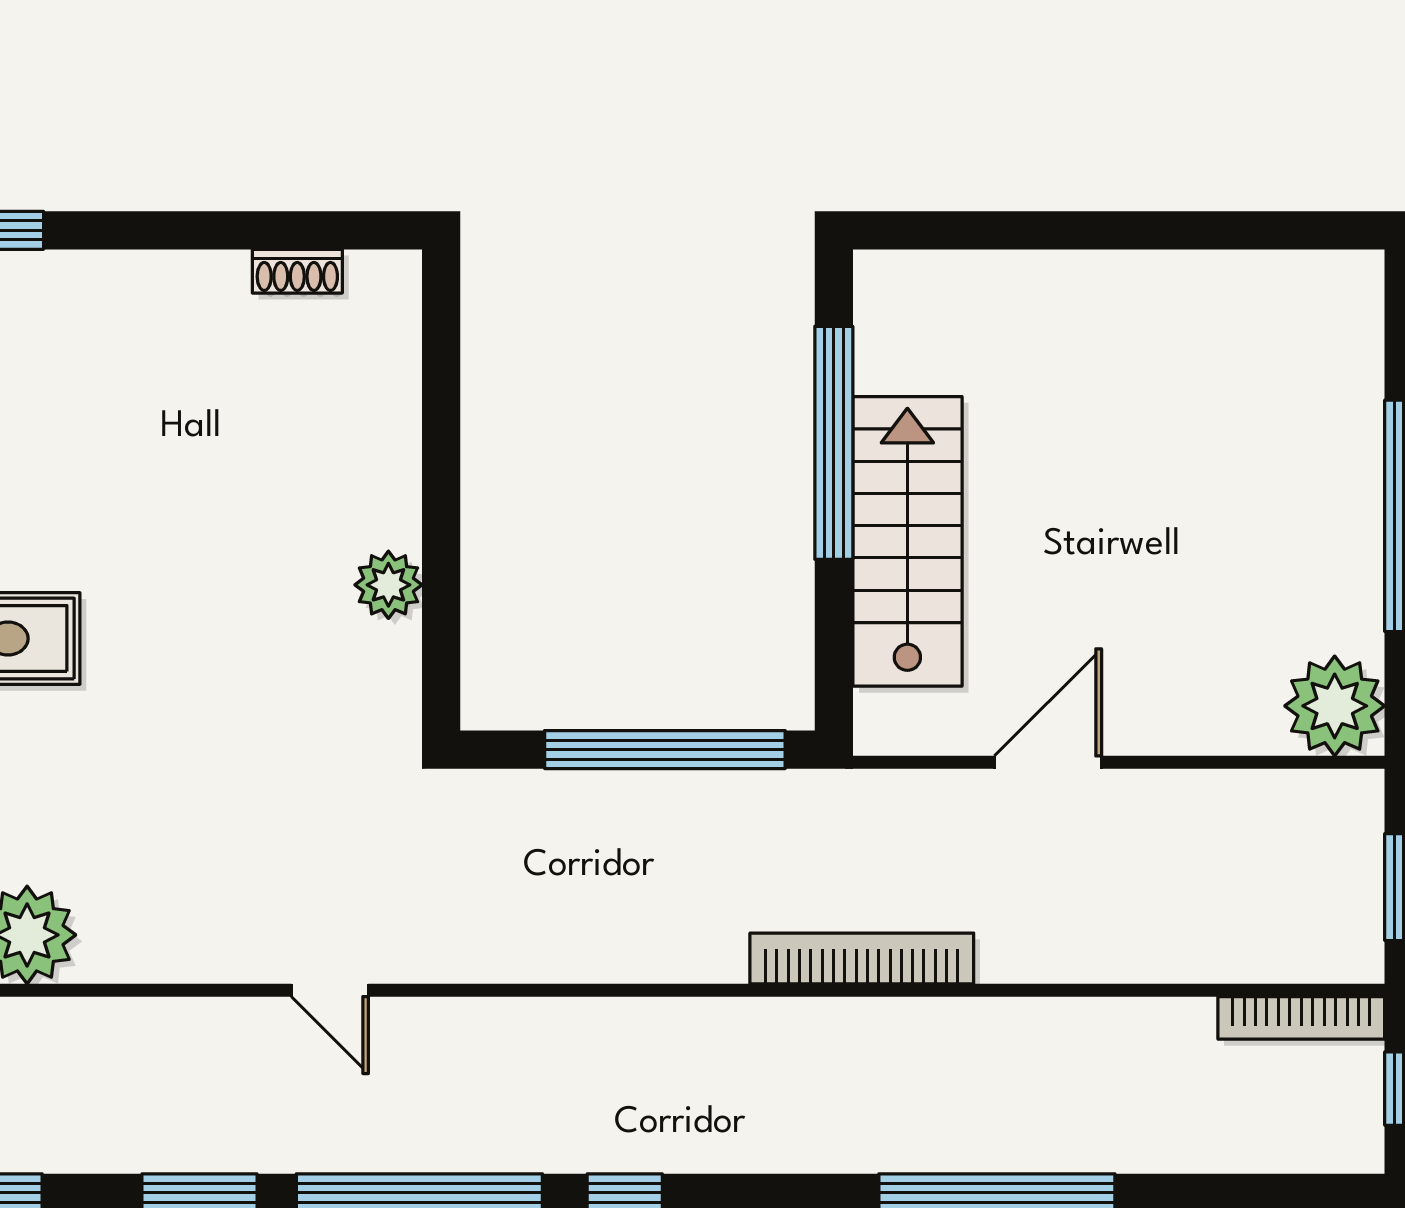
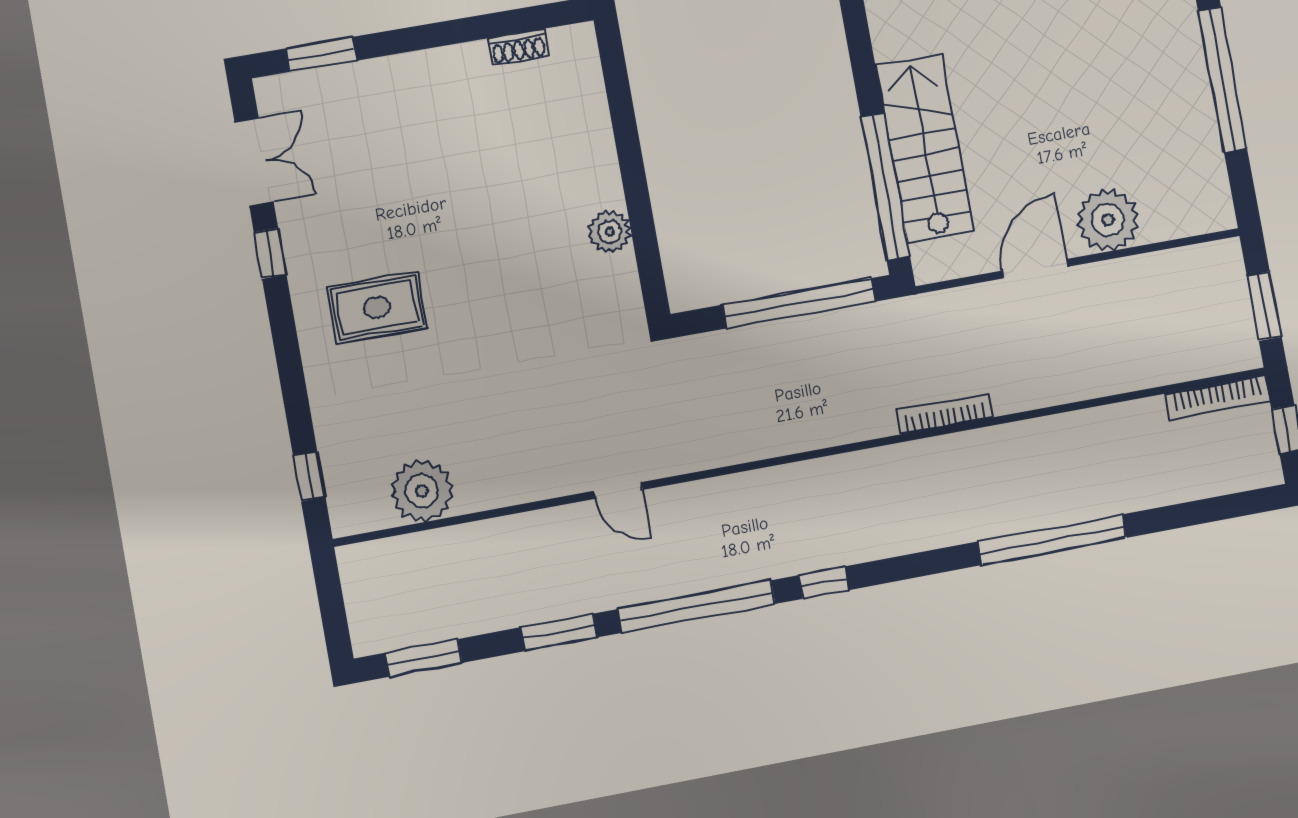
window: (834, 443) -> (885, 187), moved
plant: (1335, 706) -> (1108, 220), moved
bookcase: (862, 958) -> (944, 414), width x0.68, depth x0.76

